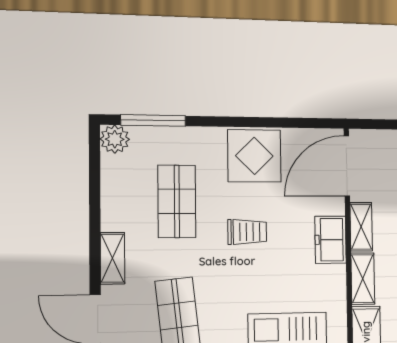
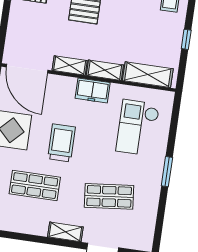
trolley: (247, 232) -> (62, 143), width x1.36, depth x1.39
freezer: (331, 240) -> (93, 90), moved

